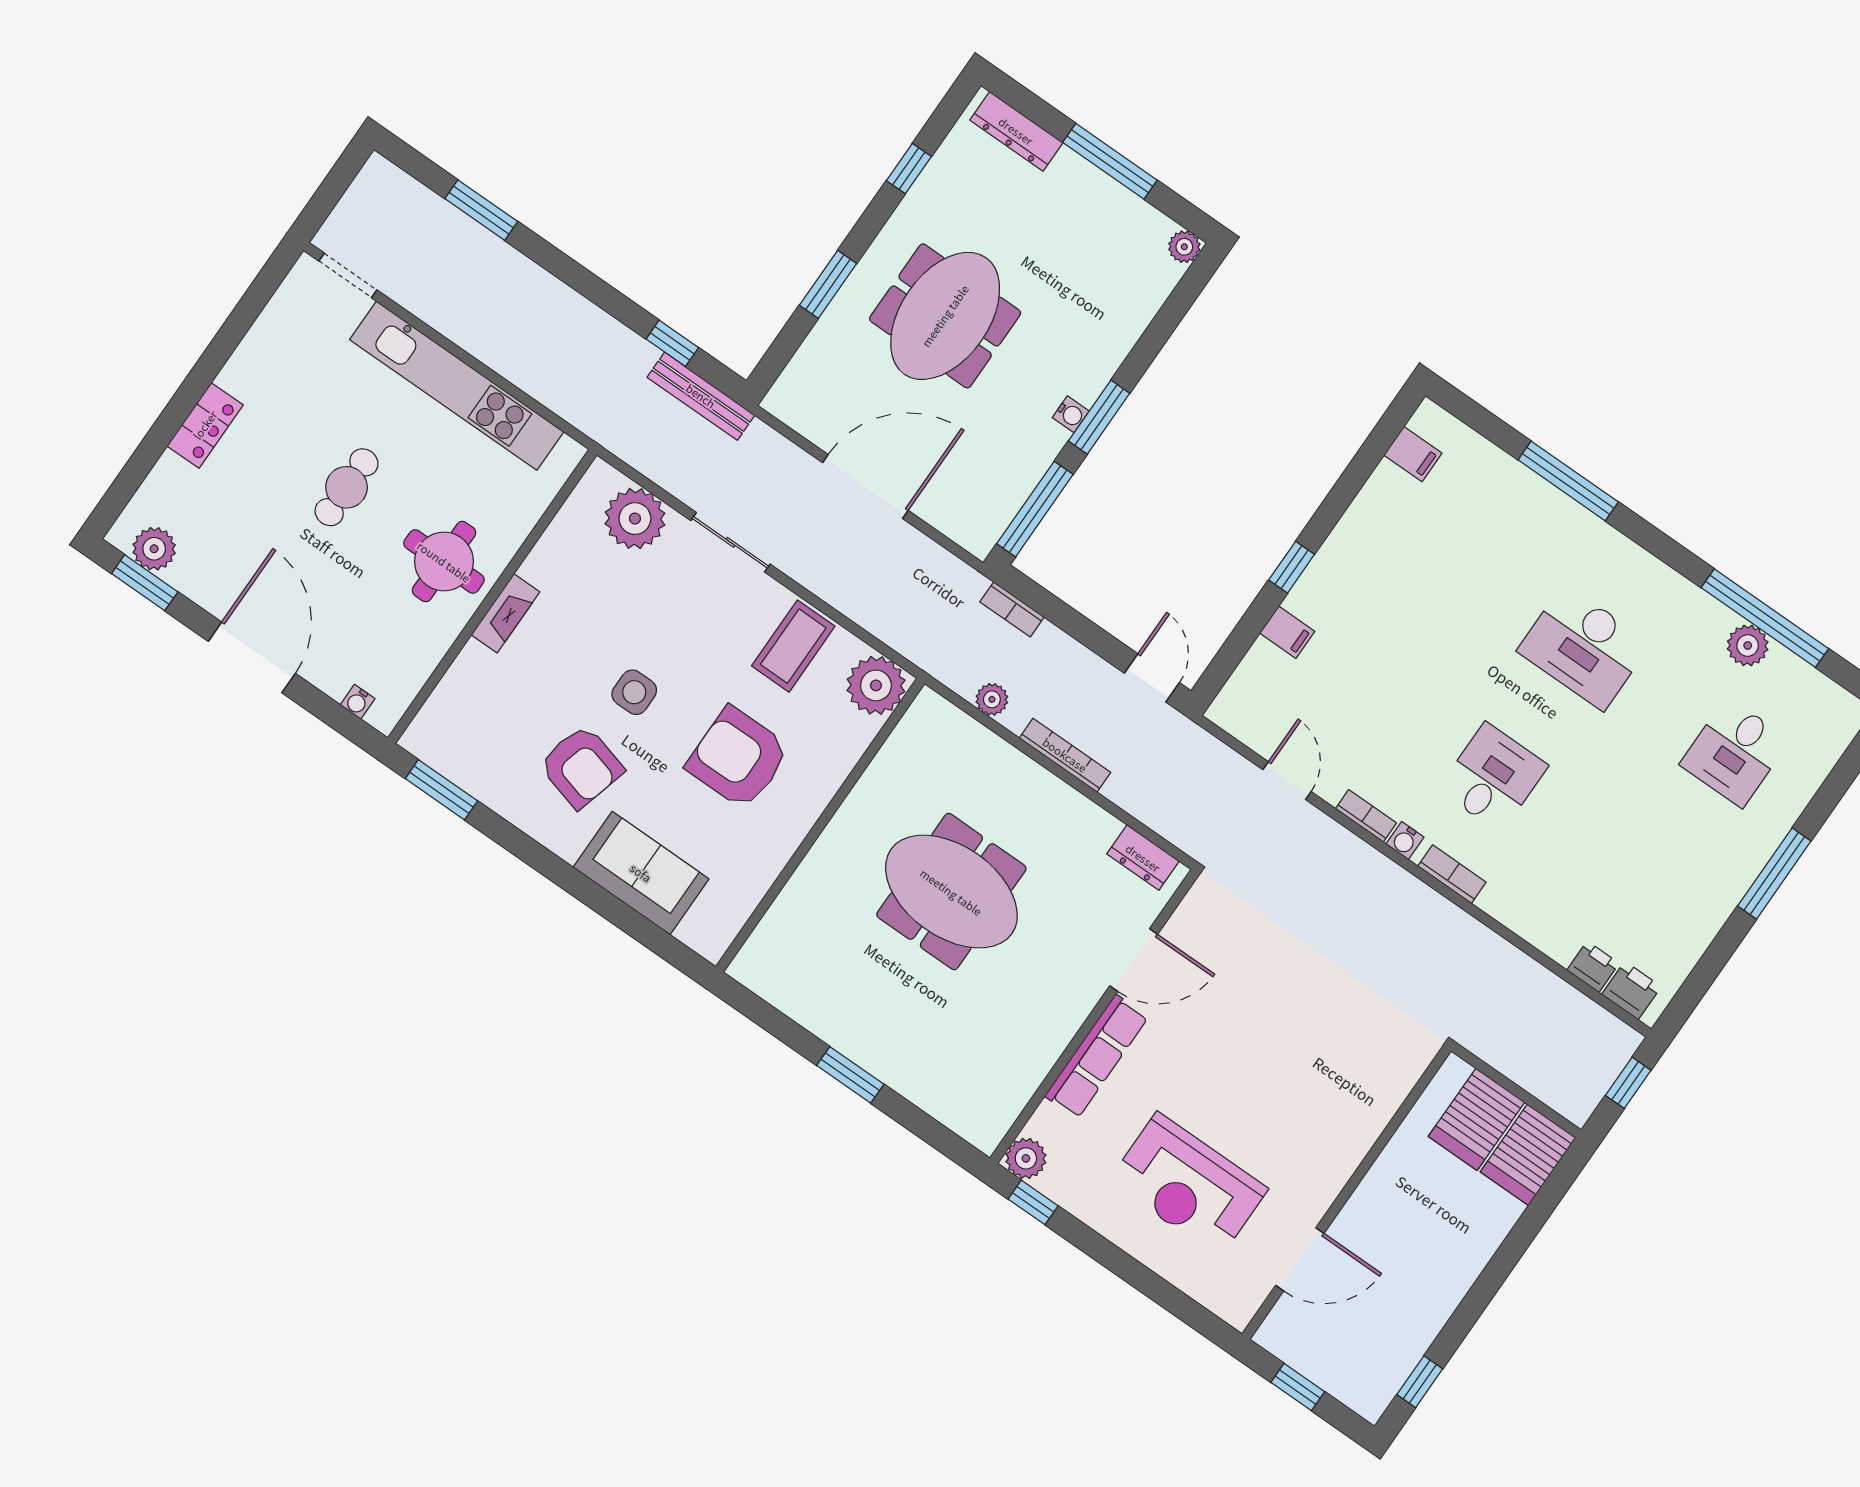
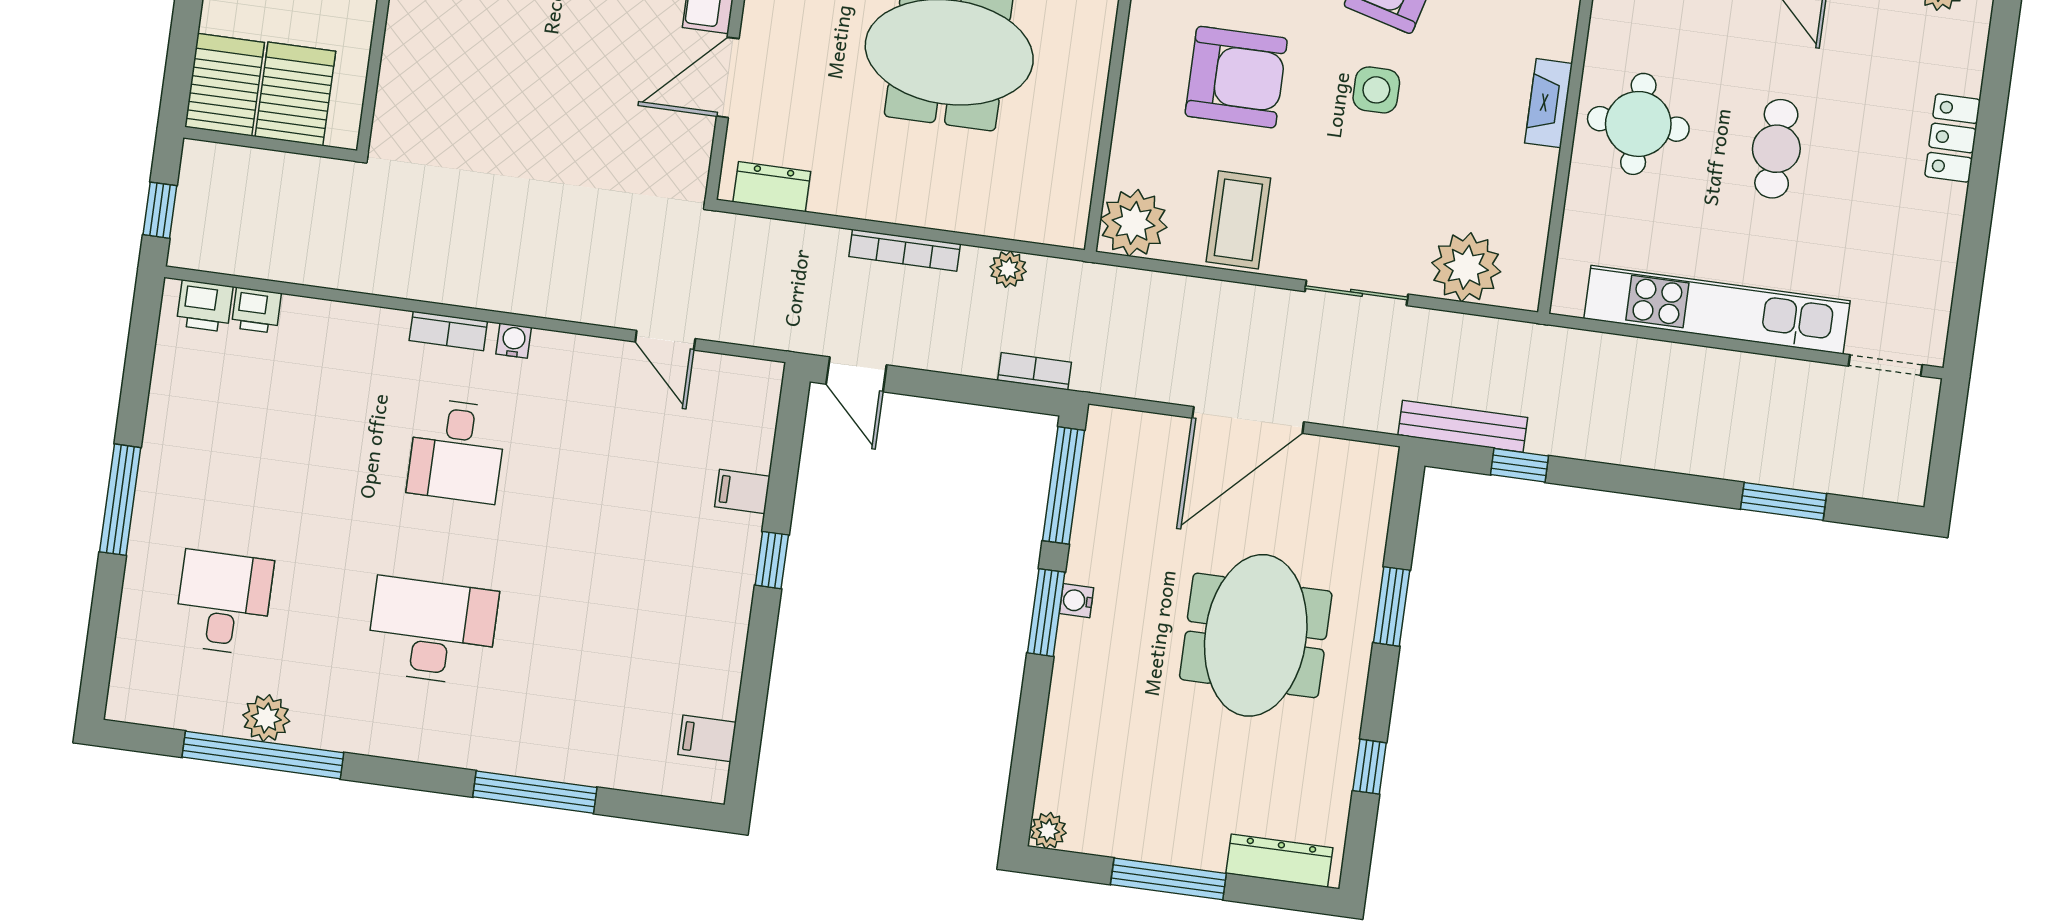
bookcase: (1366, 816) -> (566, 346), removed

